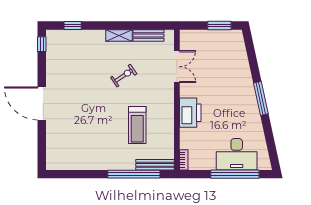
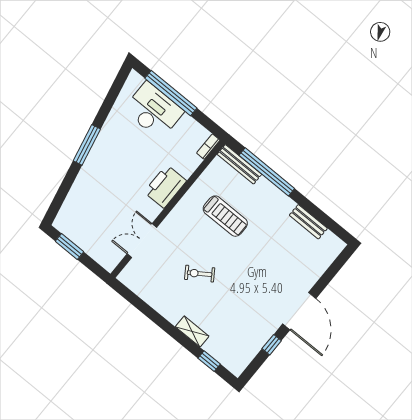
shelving: (119, 35) -> (192, 331), moved
bench: (149, 35) -> (308, 222), moved
window: (42, 44) -> (272, 345), moved
treadmill: (137, 125) -> (225, 216), turned 90

